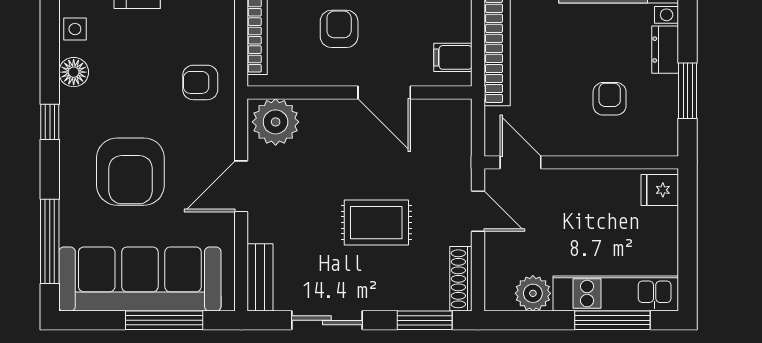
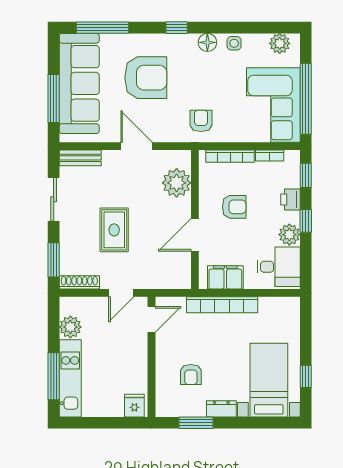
filing cabinet: (453, 57) -> (225, 277), width x2.00
armchair: (610, 99) -> (191, 374), turned 90
plant: (276, 122) -> (177, 183), moved
armchair: (130, 172) -> (146, 78), turned 180

